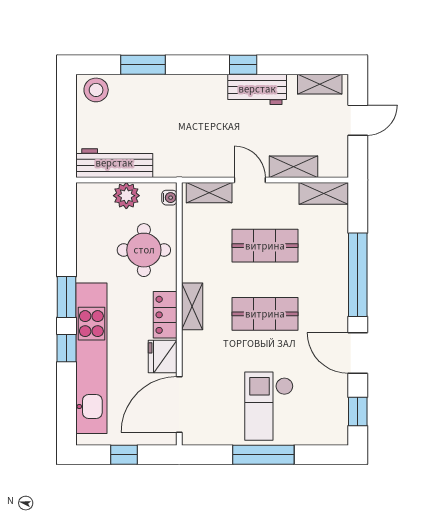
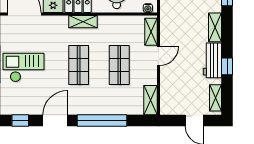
window: (243, 65) -> (227, 66), moved
shelving: (294, 167) -> (215, 27), moved

